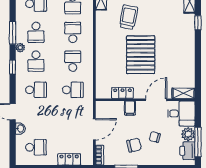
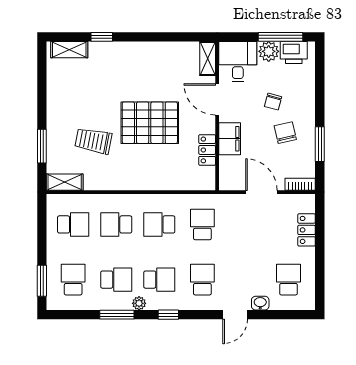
filing cabinet: (130, 108) -> (230, 139), width x2.00

